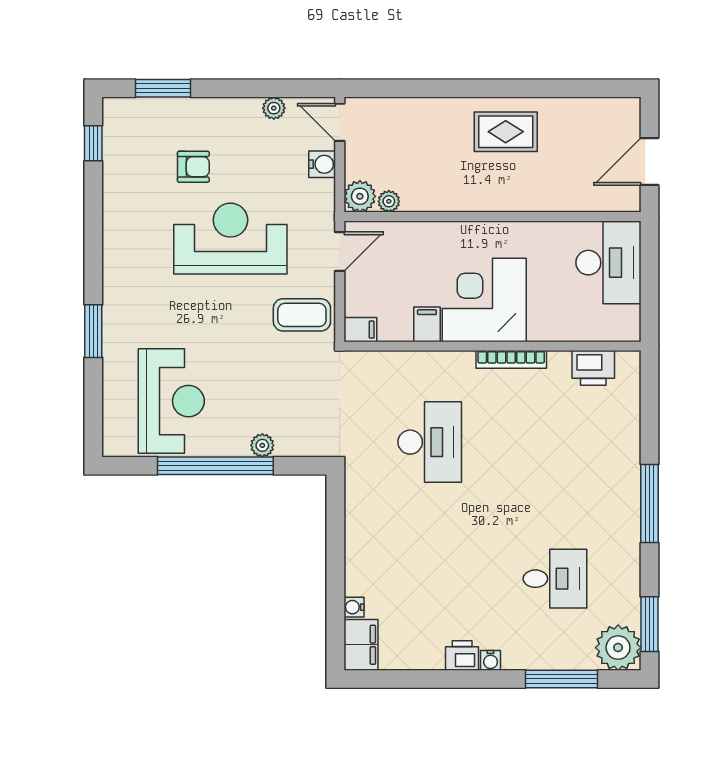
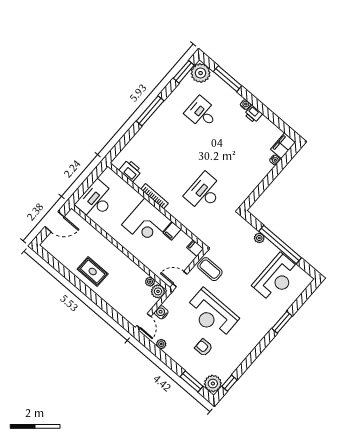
plant: (122, 117) -> (213, 384), added
reception desk: (171, 401) -> (276, 278), turned 180

